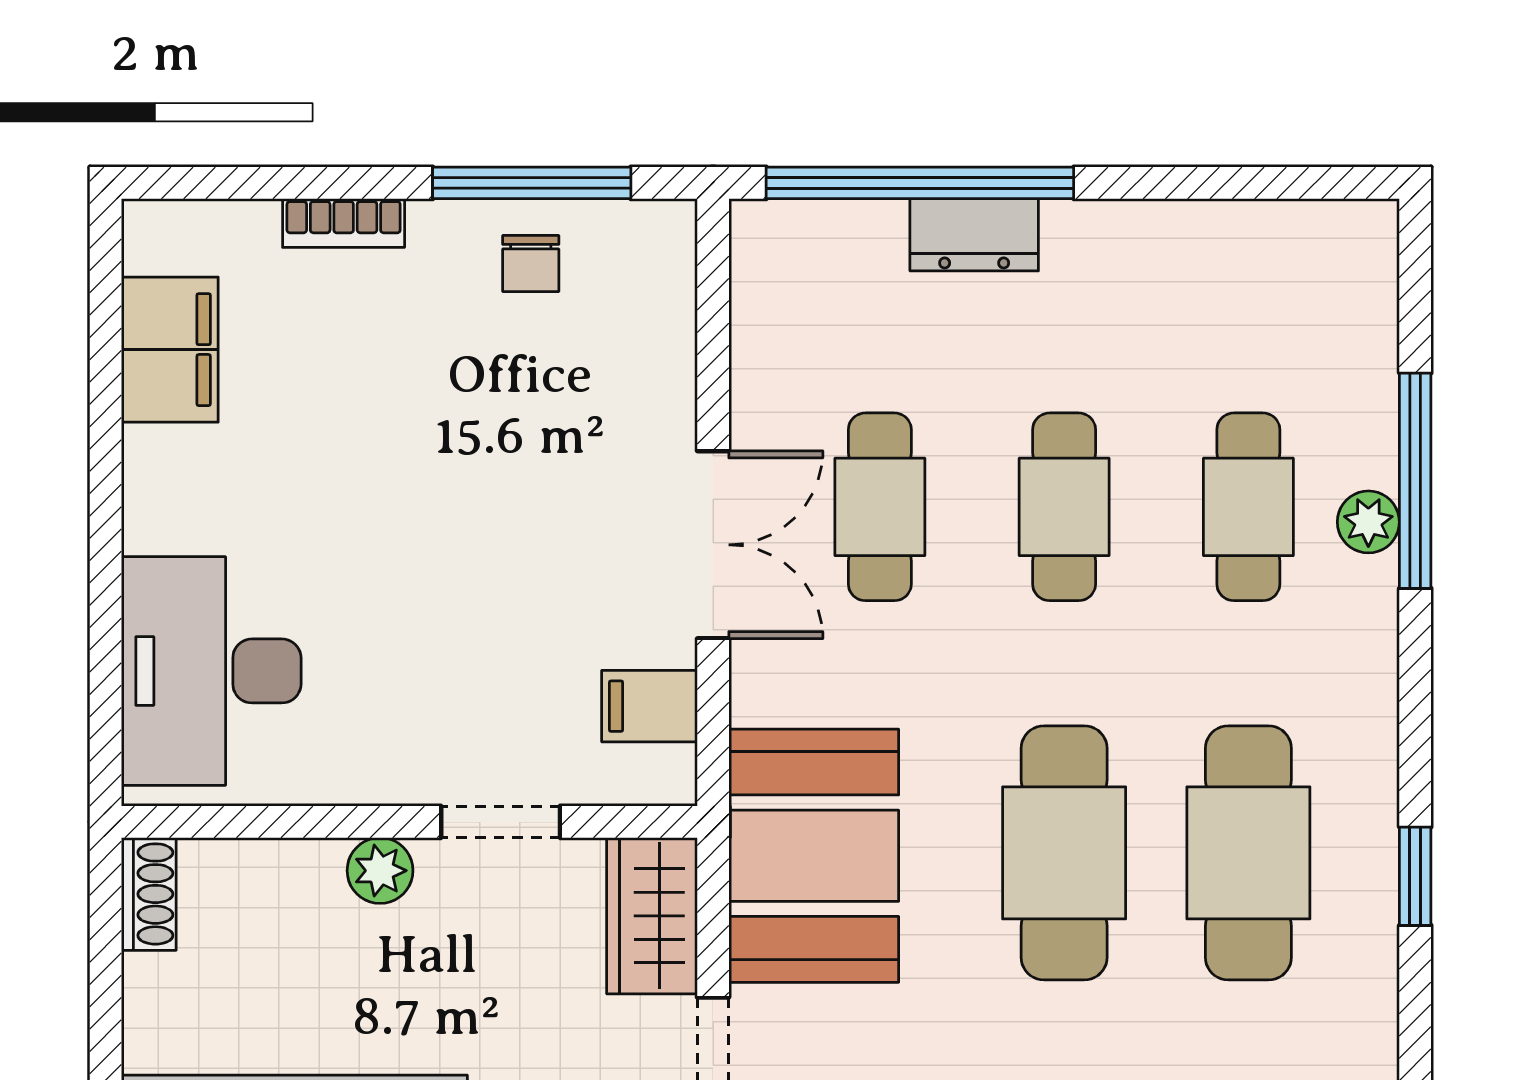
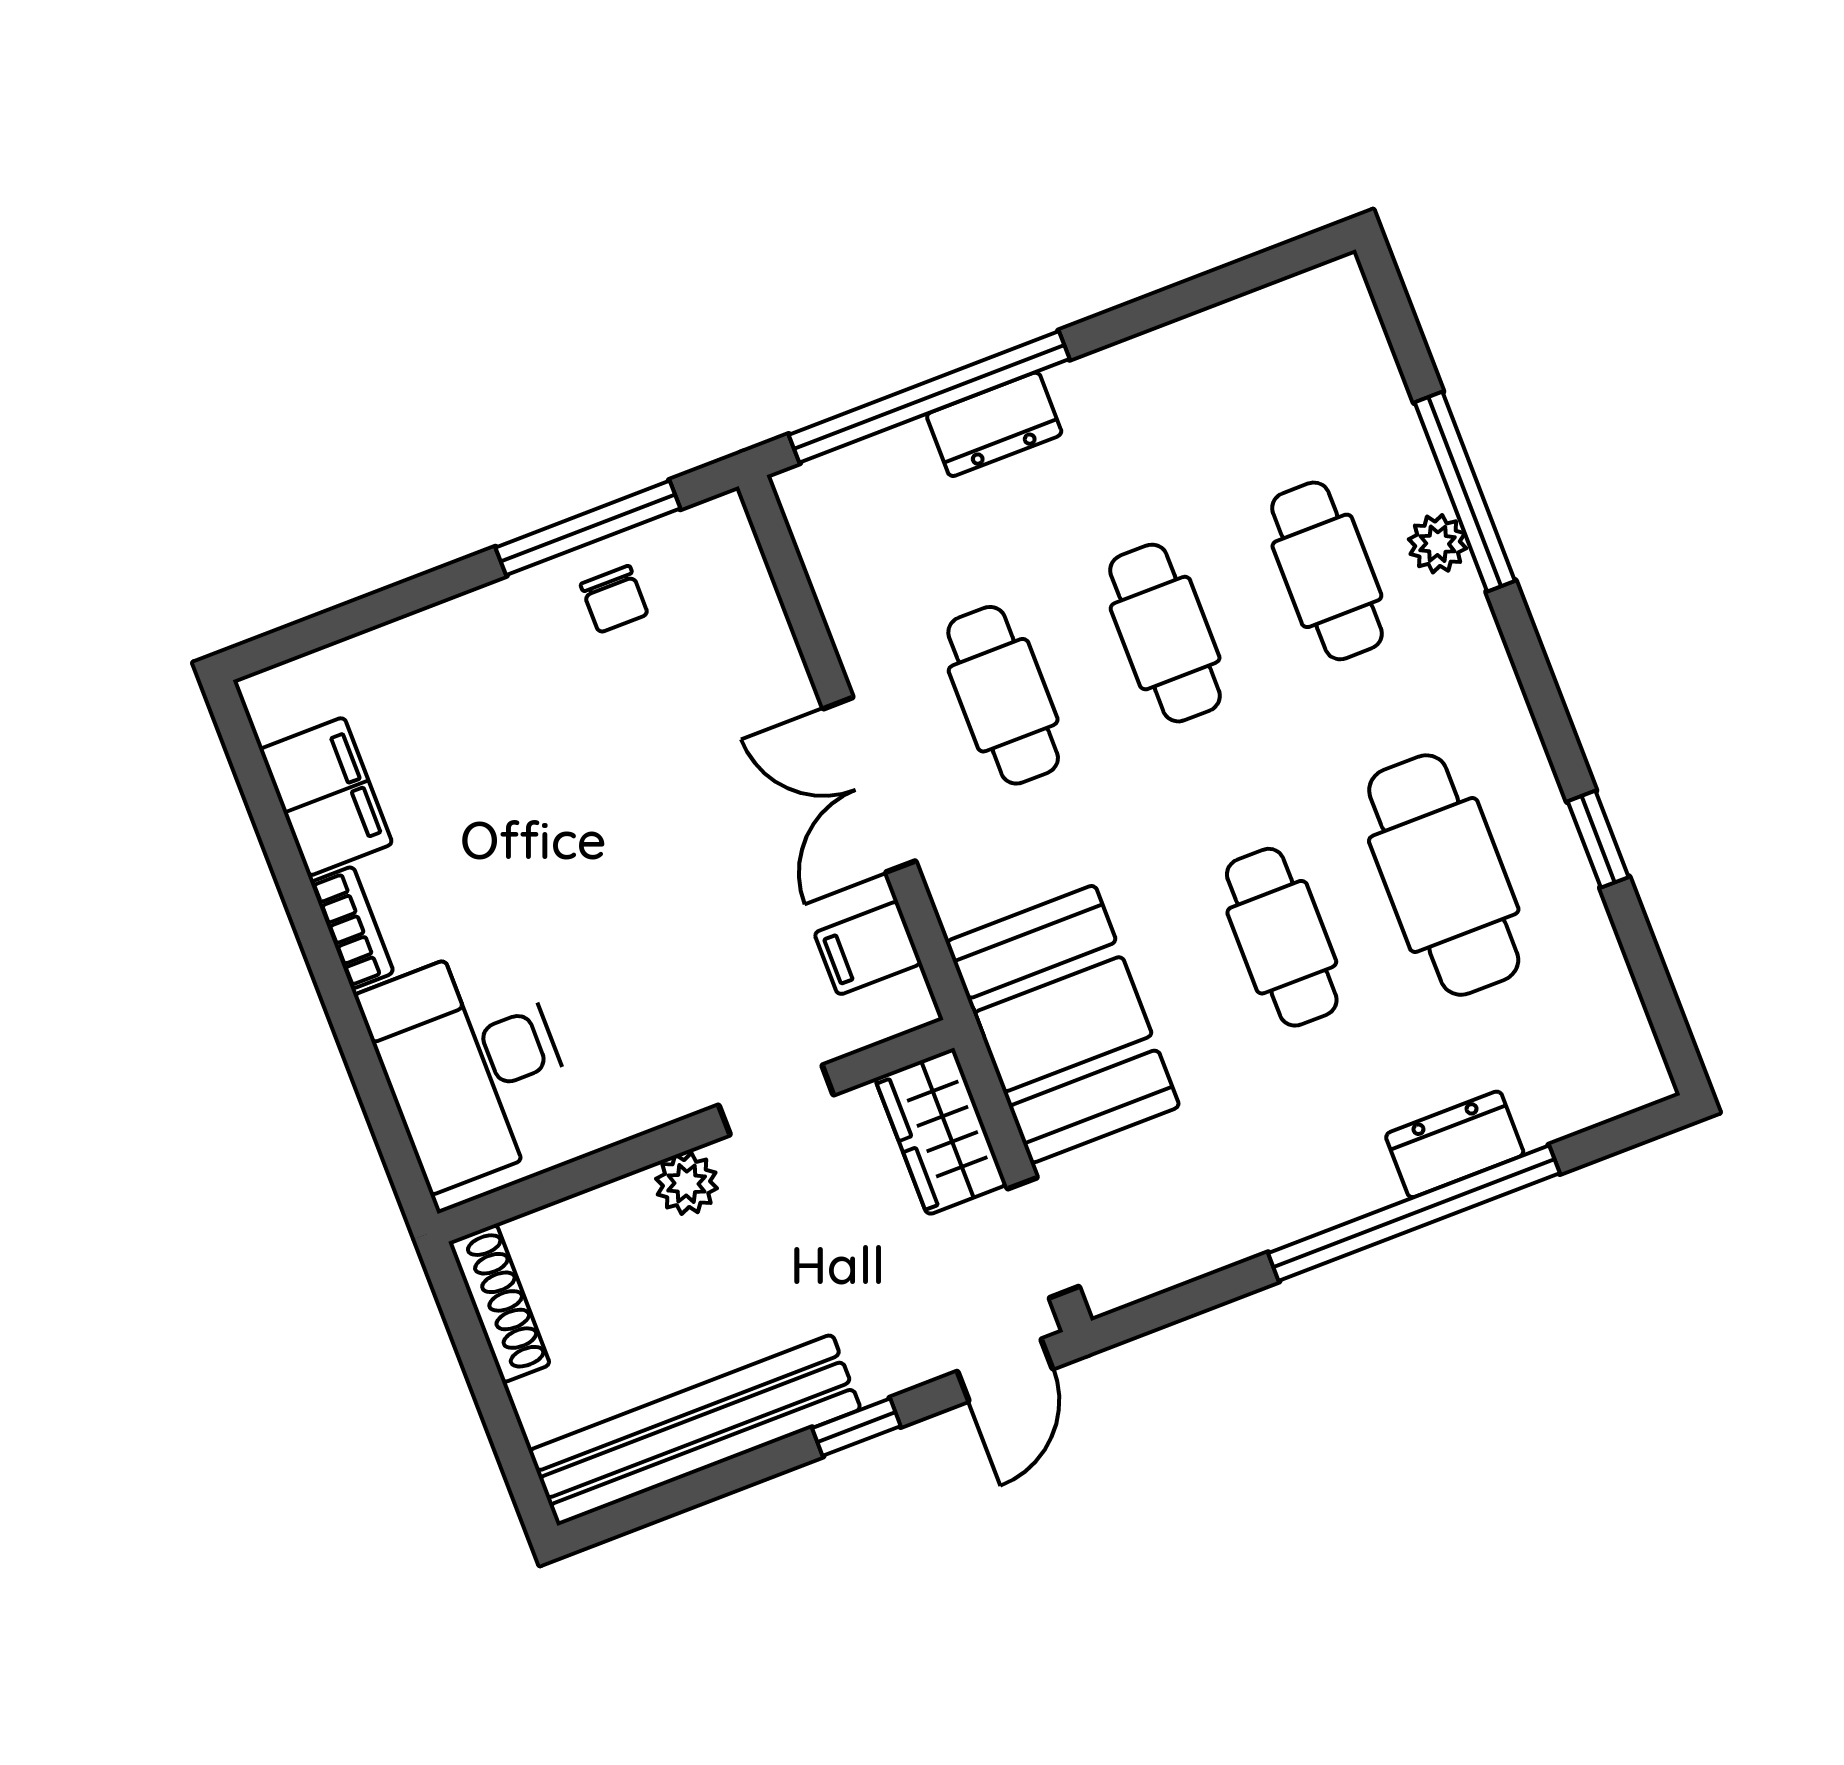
bookcase: (344, 223) -> (352, 928), moved, turned -90
double door: (713, 545) -> (869, 785), swing flipped
cafe table: (1064, 853) -> (1282, 937), width x0.73, depth x0.74
shoe rack: (149, 894) -> (499, 1303), width x1.43

